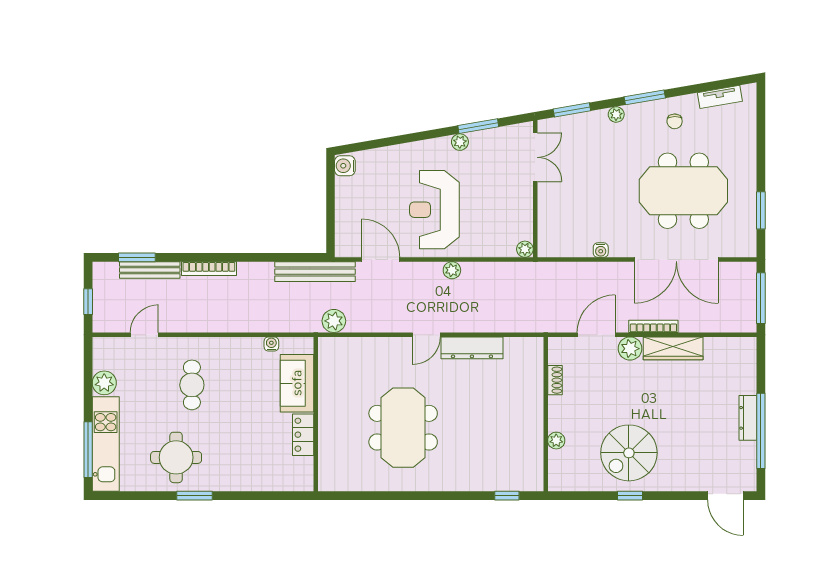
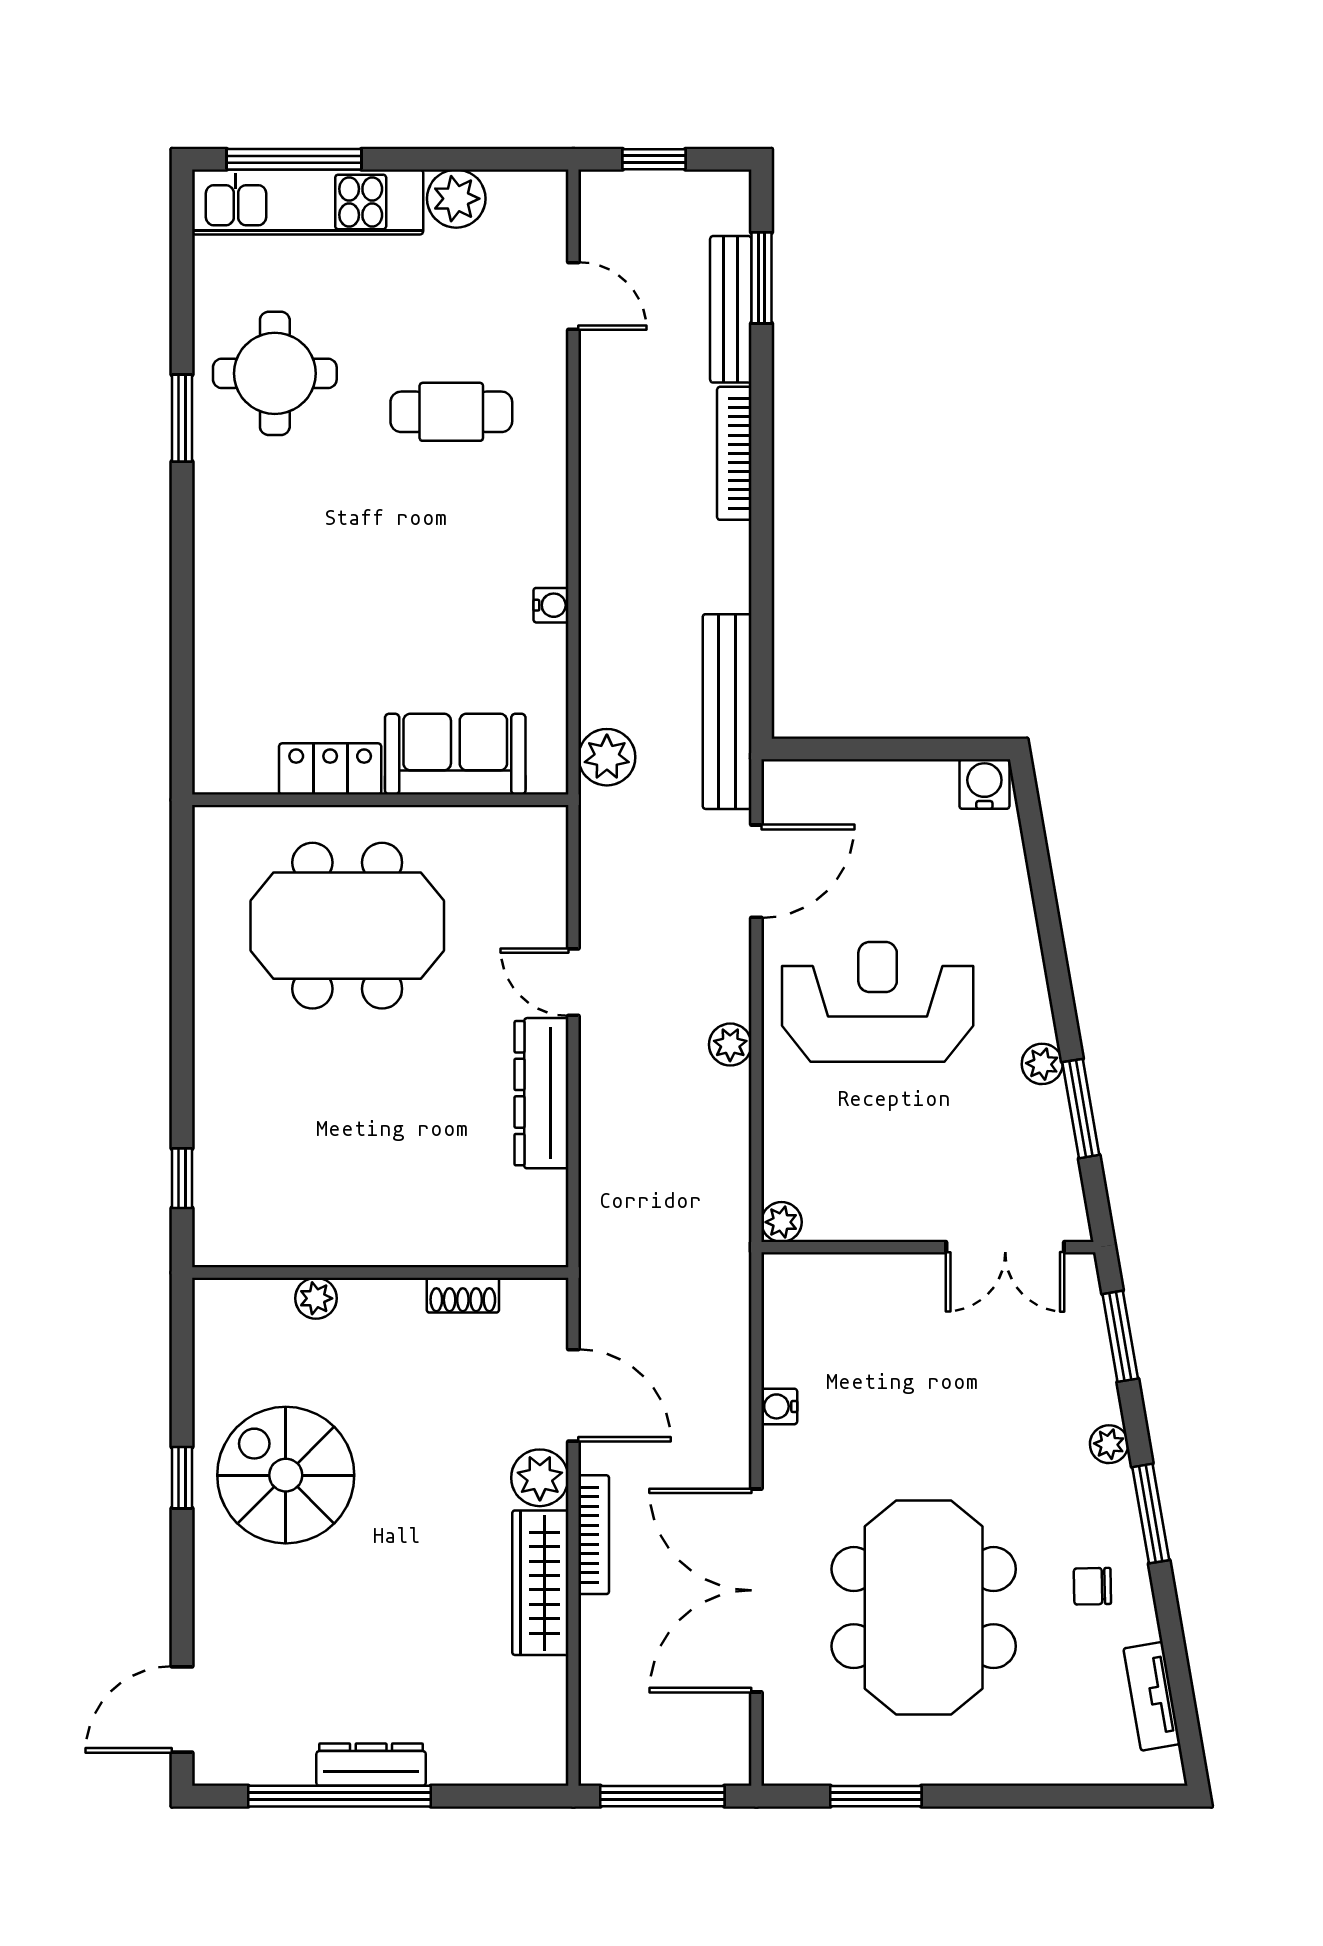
sofa: (297, 383) -> (455, 754), moved
wall: (316, 414) -> (380, 800), moved
locker: (303, 435) -> (330, 769), moved

